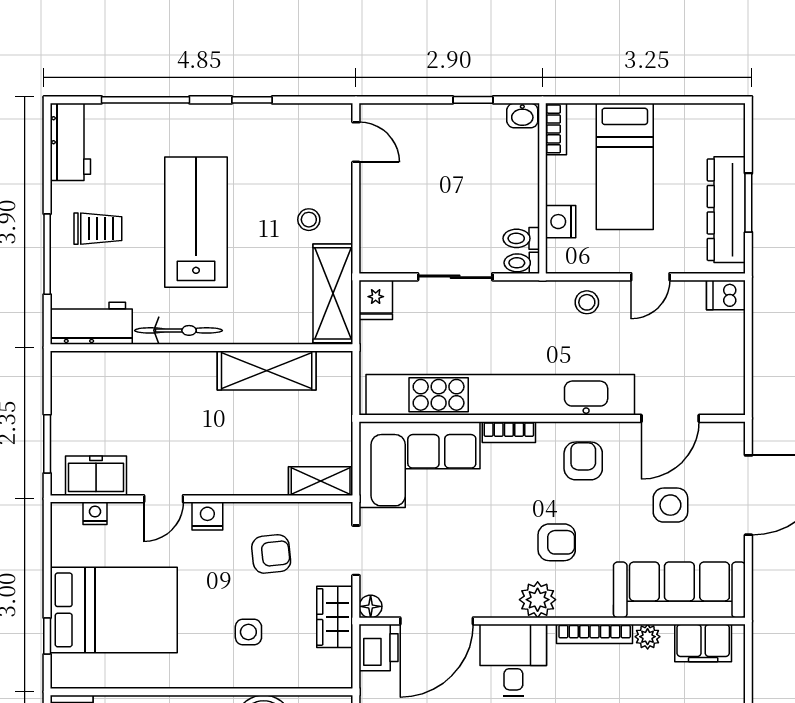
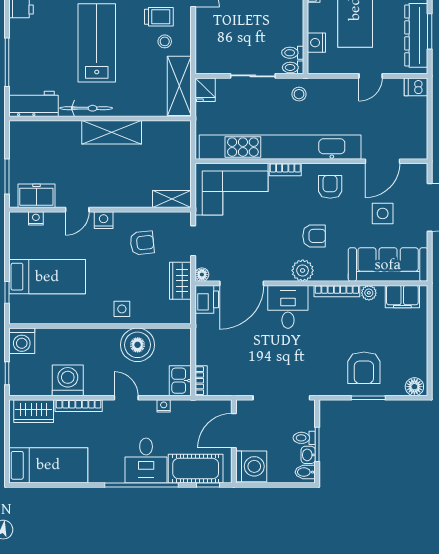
trolley: (98, 229) -> (159, 17), moved
stool: (587, 302) -> (299, 94), moved
shelving: (267, 370) -> (112, 132), moved
bed: (114, 610) -> (47, 277), width x0.67
side table: (248, 632) -> (122, 309), moved

